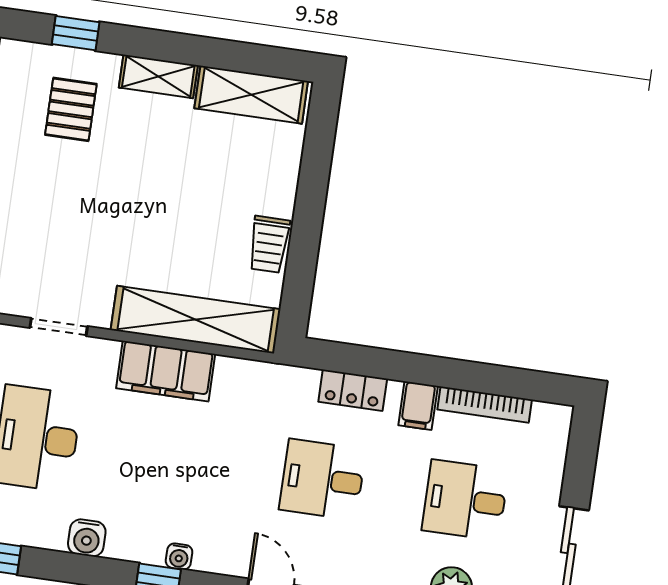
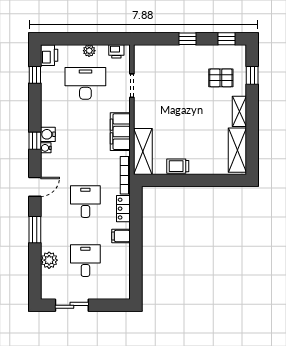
shelving: (196, 320) -> (143, 152), width x0.68
bookcase: (485, 405) -> (125, 175), moved
water cooler: (87, 538) -> (48, 134), moved

